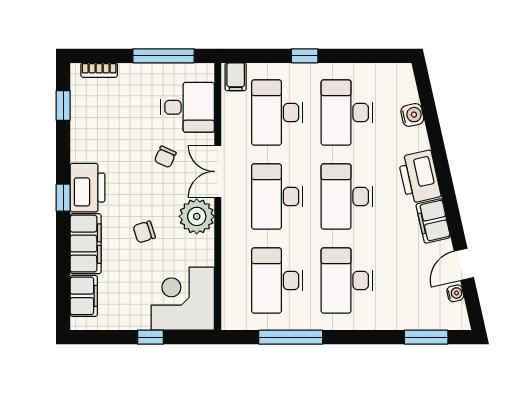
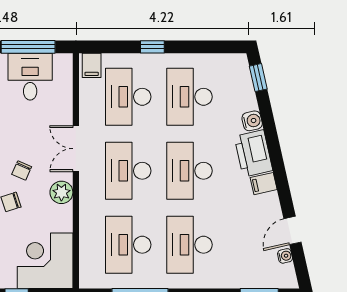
window: (425, 91) -> (258, 78), added
desk: (187, 107) -> (30, 77), moved, turned -90
water cooler: (412, 115) -> (252, 121), moved
chair: (165, 157) -> (22, 170), moved
plant: (197, 216) -> (61, 192), width x0.73, depth x0.73
filing cabinet: (433, 221) -> (264, 184), width x0.50

